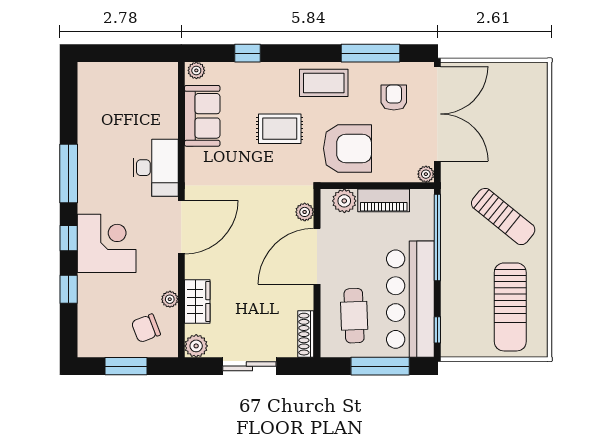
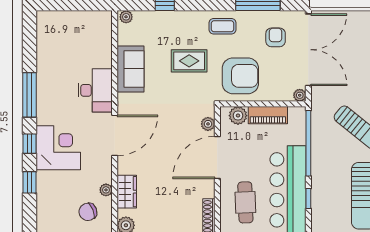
coffee table: (324, 83) -> (222, 26), width x0.73, depth x0.77
sofa: (202, 116) -> (131, 69), moved
window: (437, 330) -> (308, 198), moved

